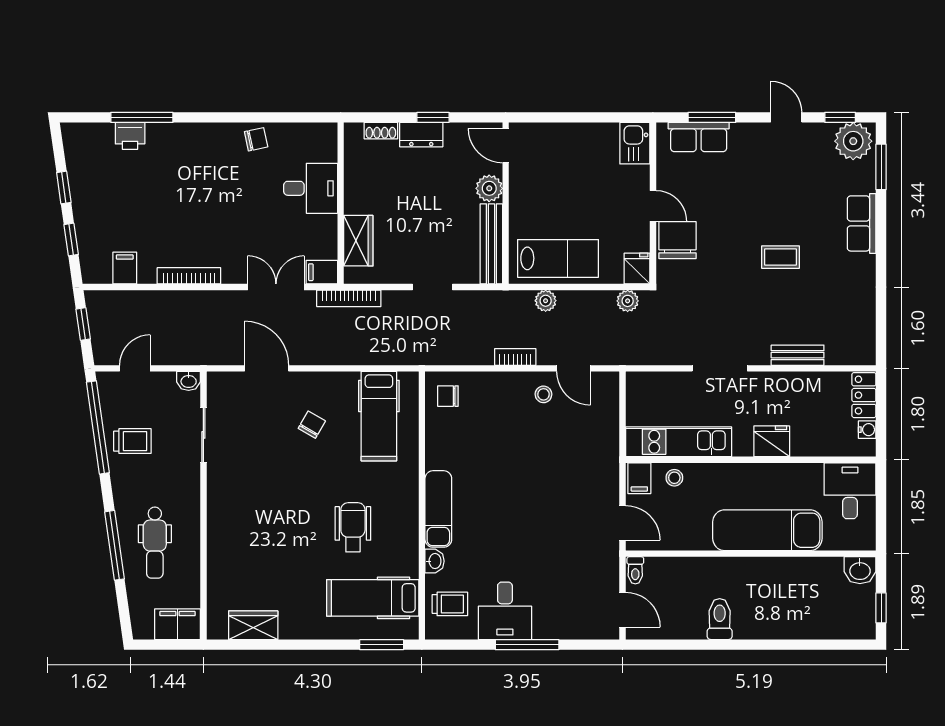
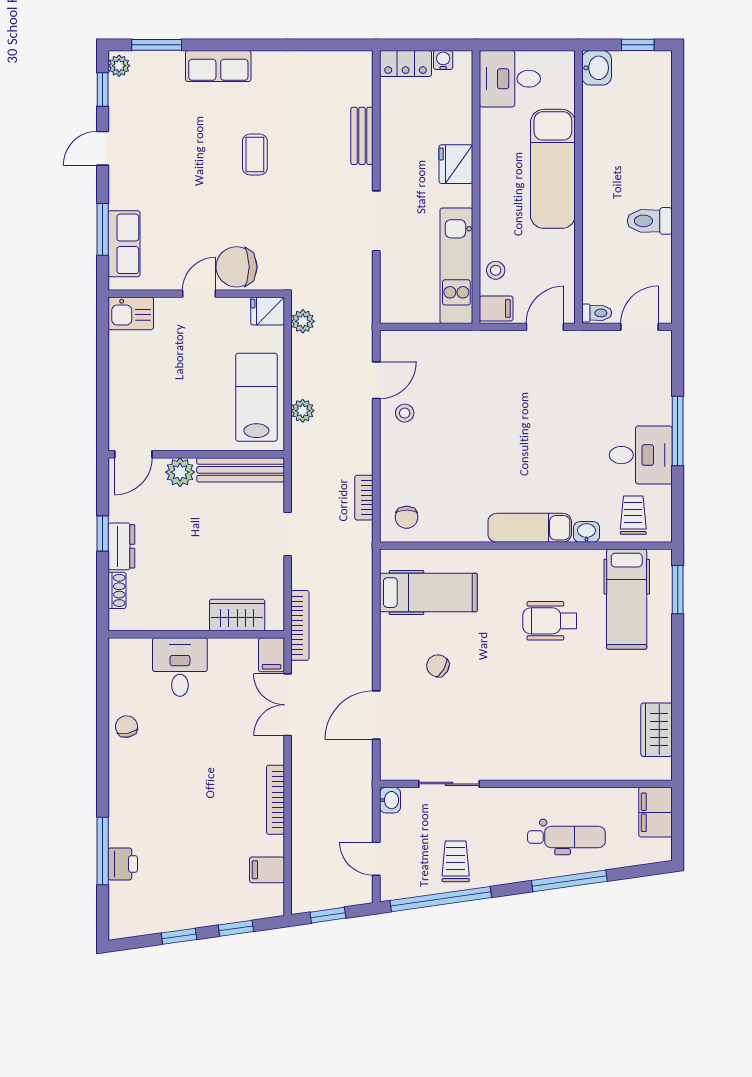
plant: (853, 141) -> (119, 66), width x0.53, depth x0.53
bookcase: (515, 357) -> (364, 498), moved

